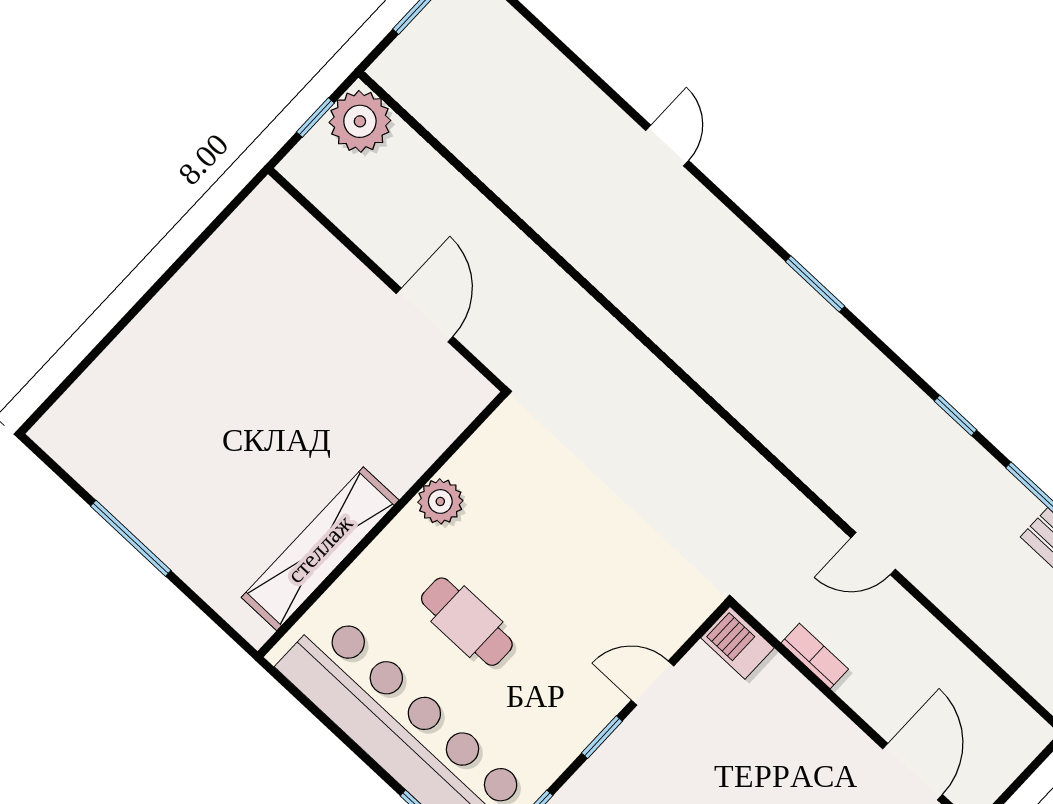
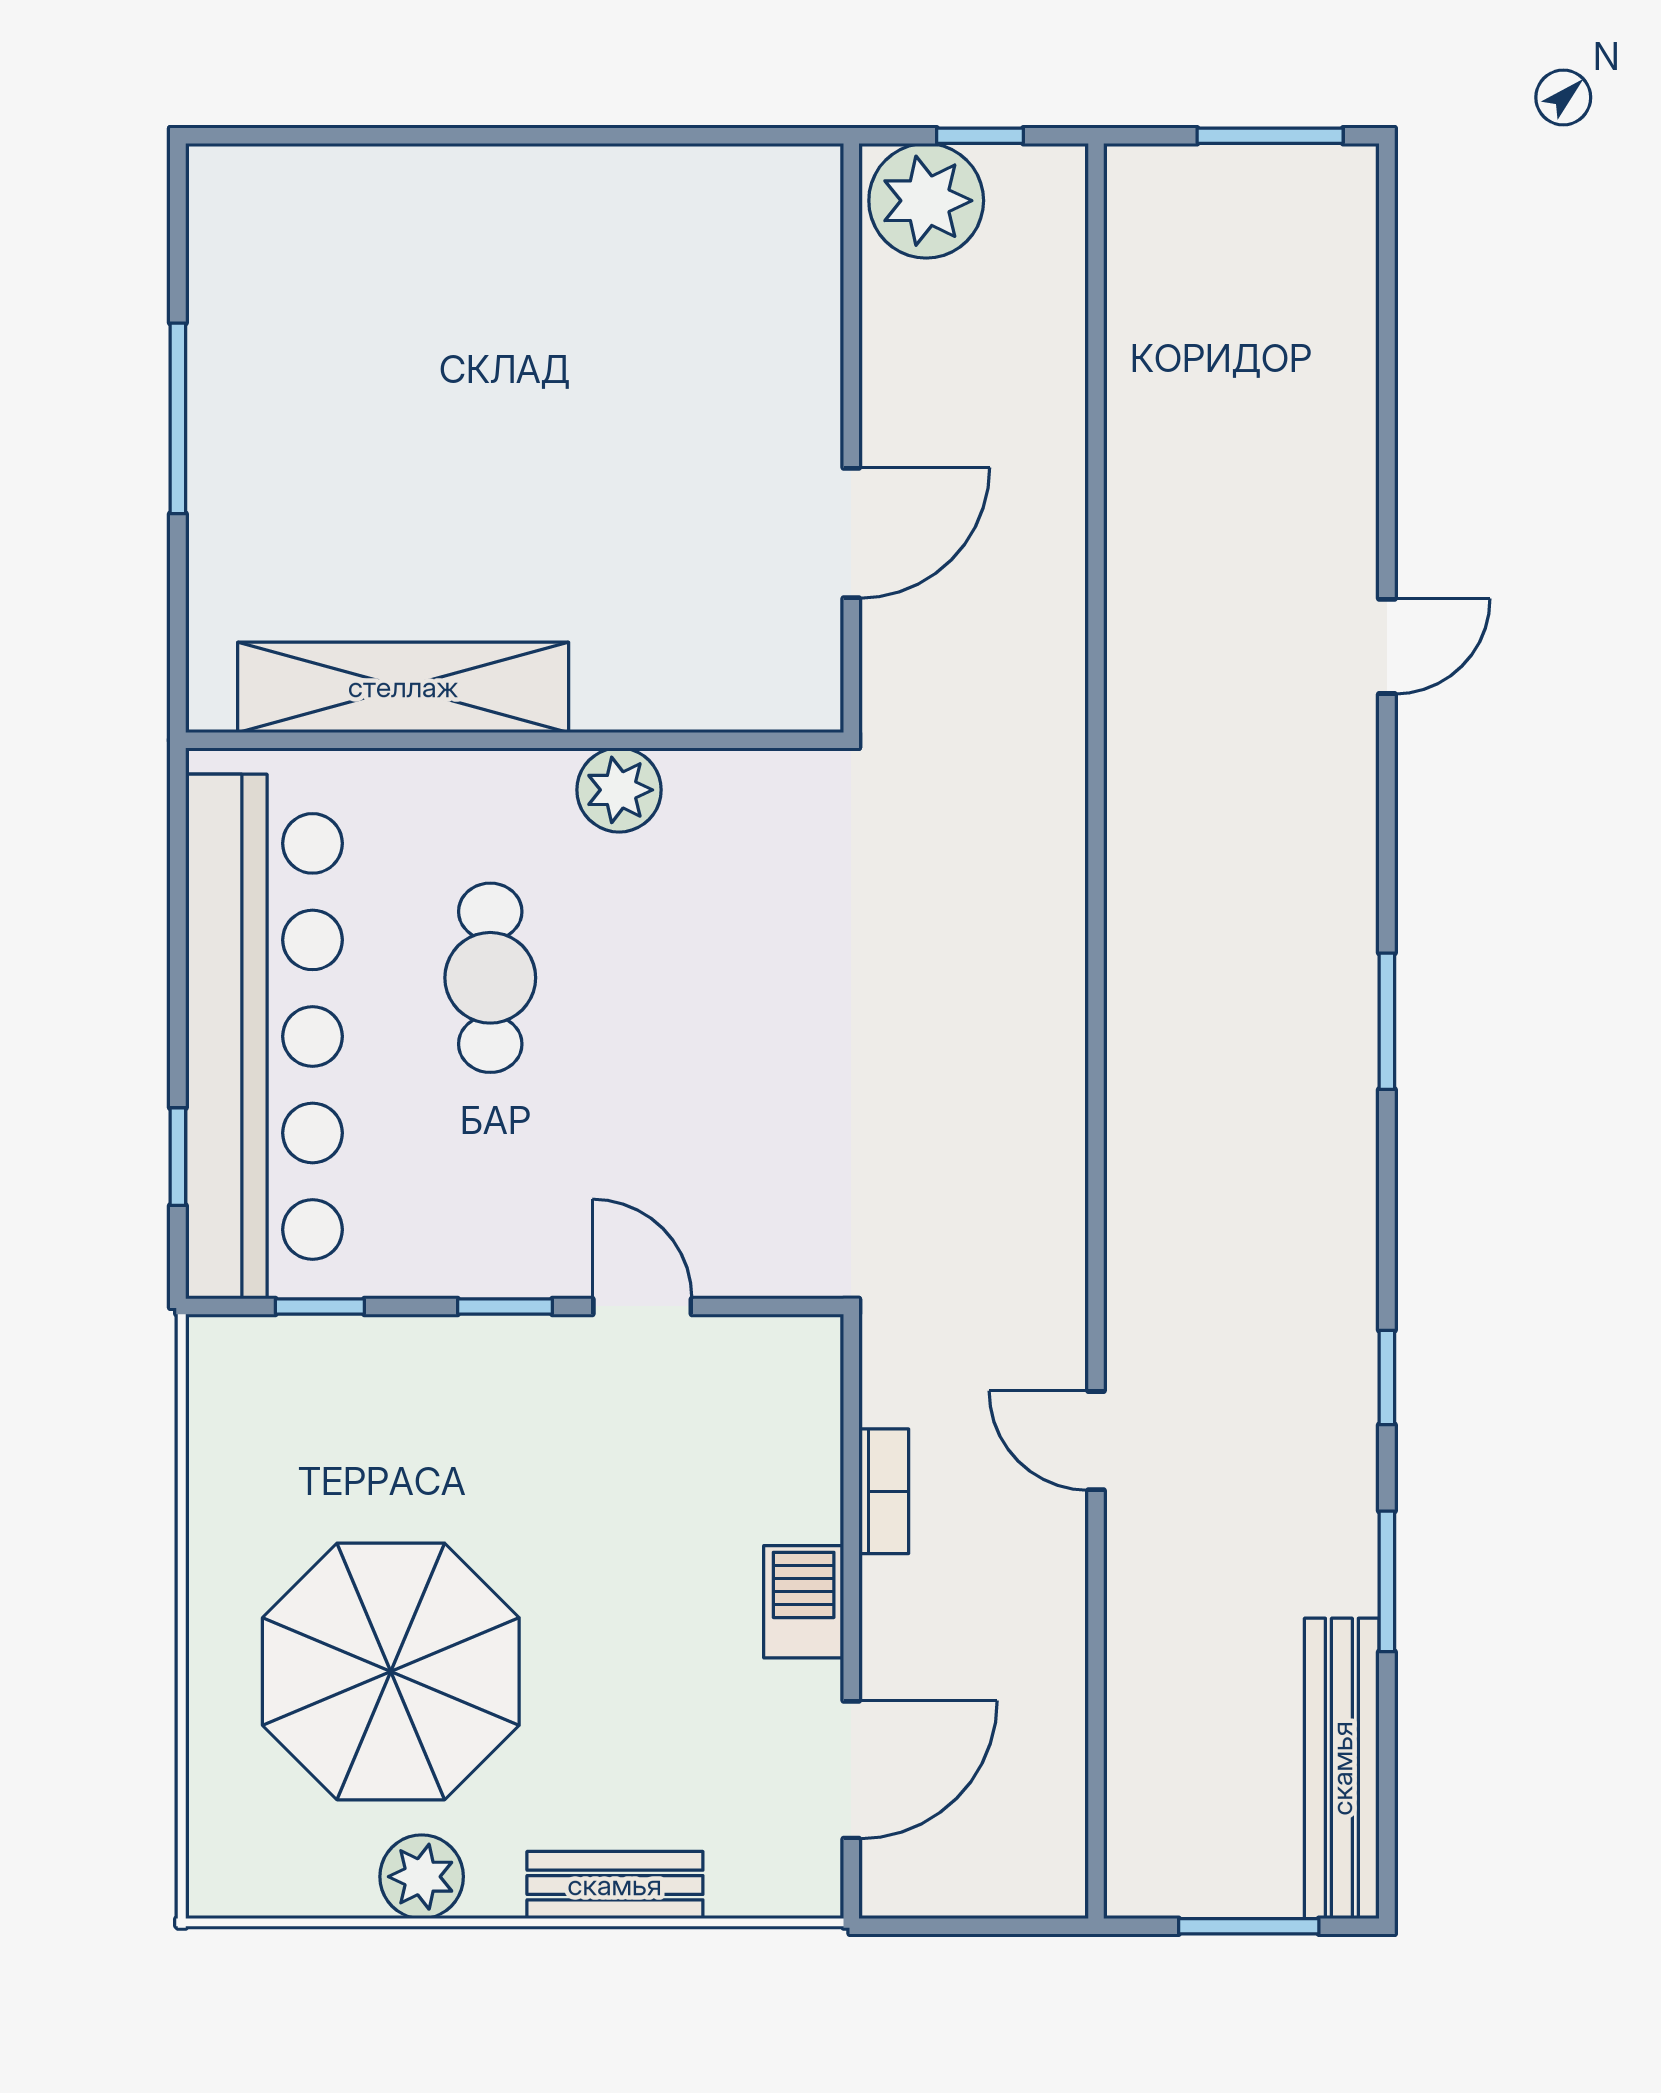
plant: (360, 121) -> (926, 201), moved
barbecue: (737, 643) -> (804, 1602), moved

